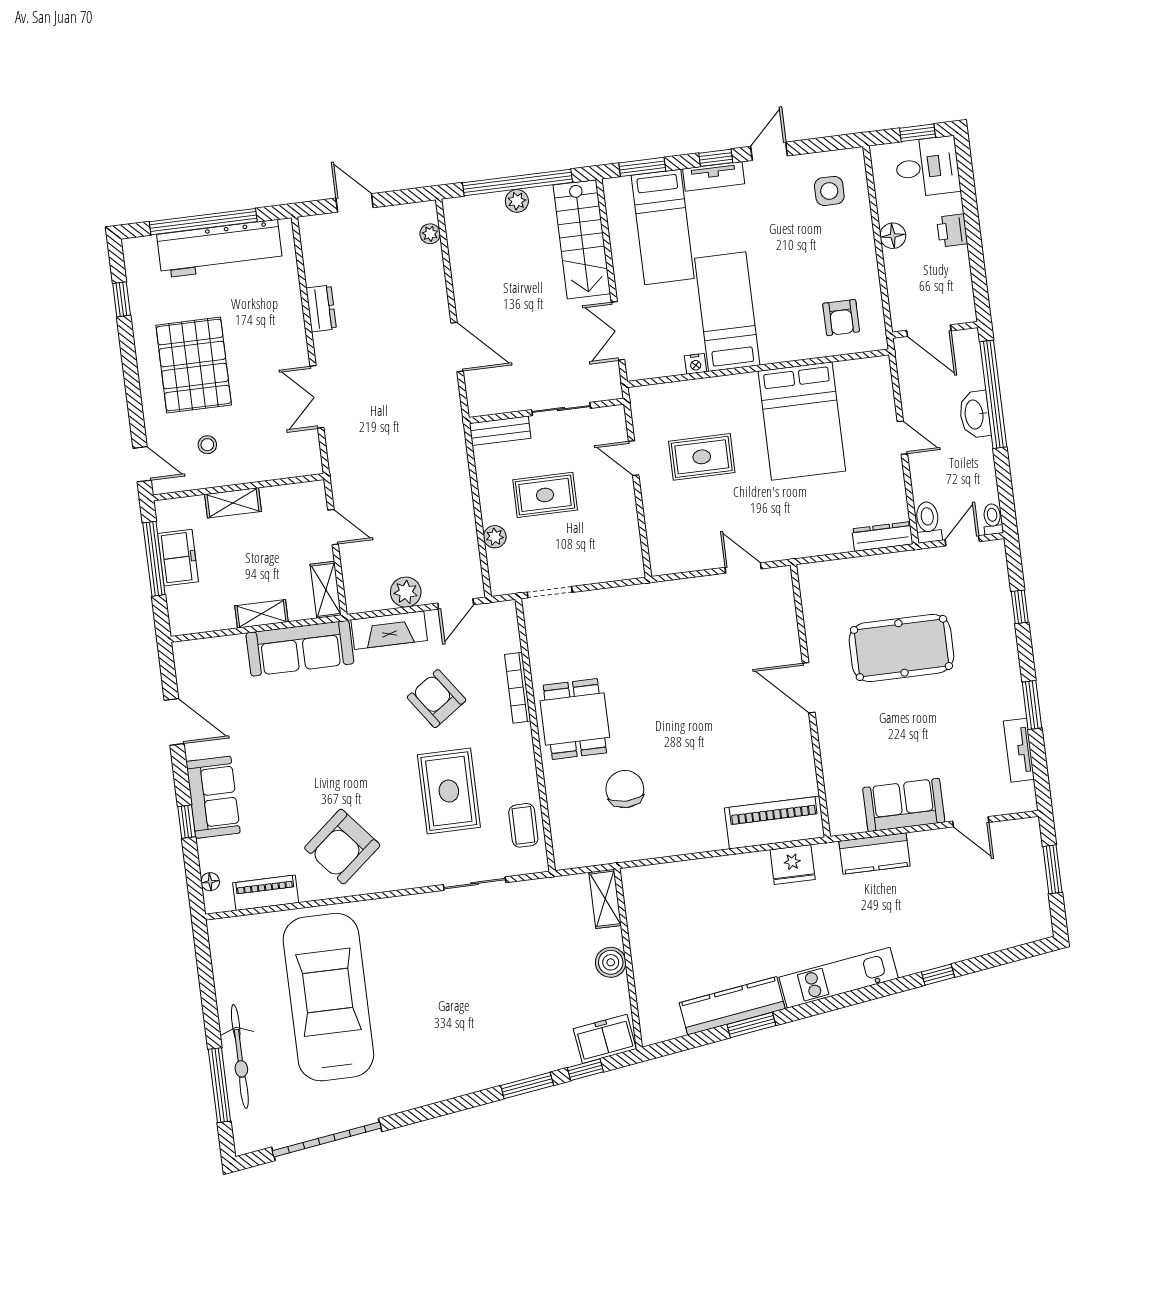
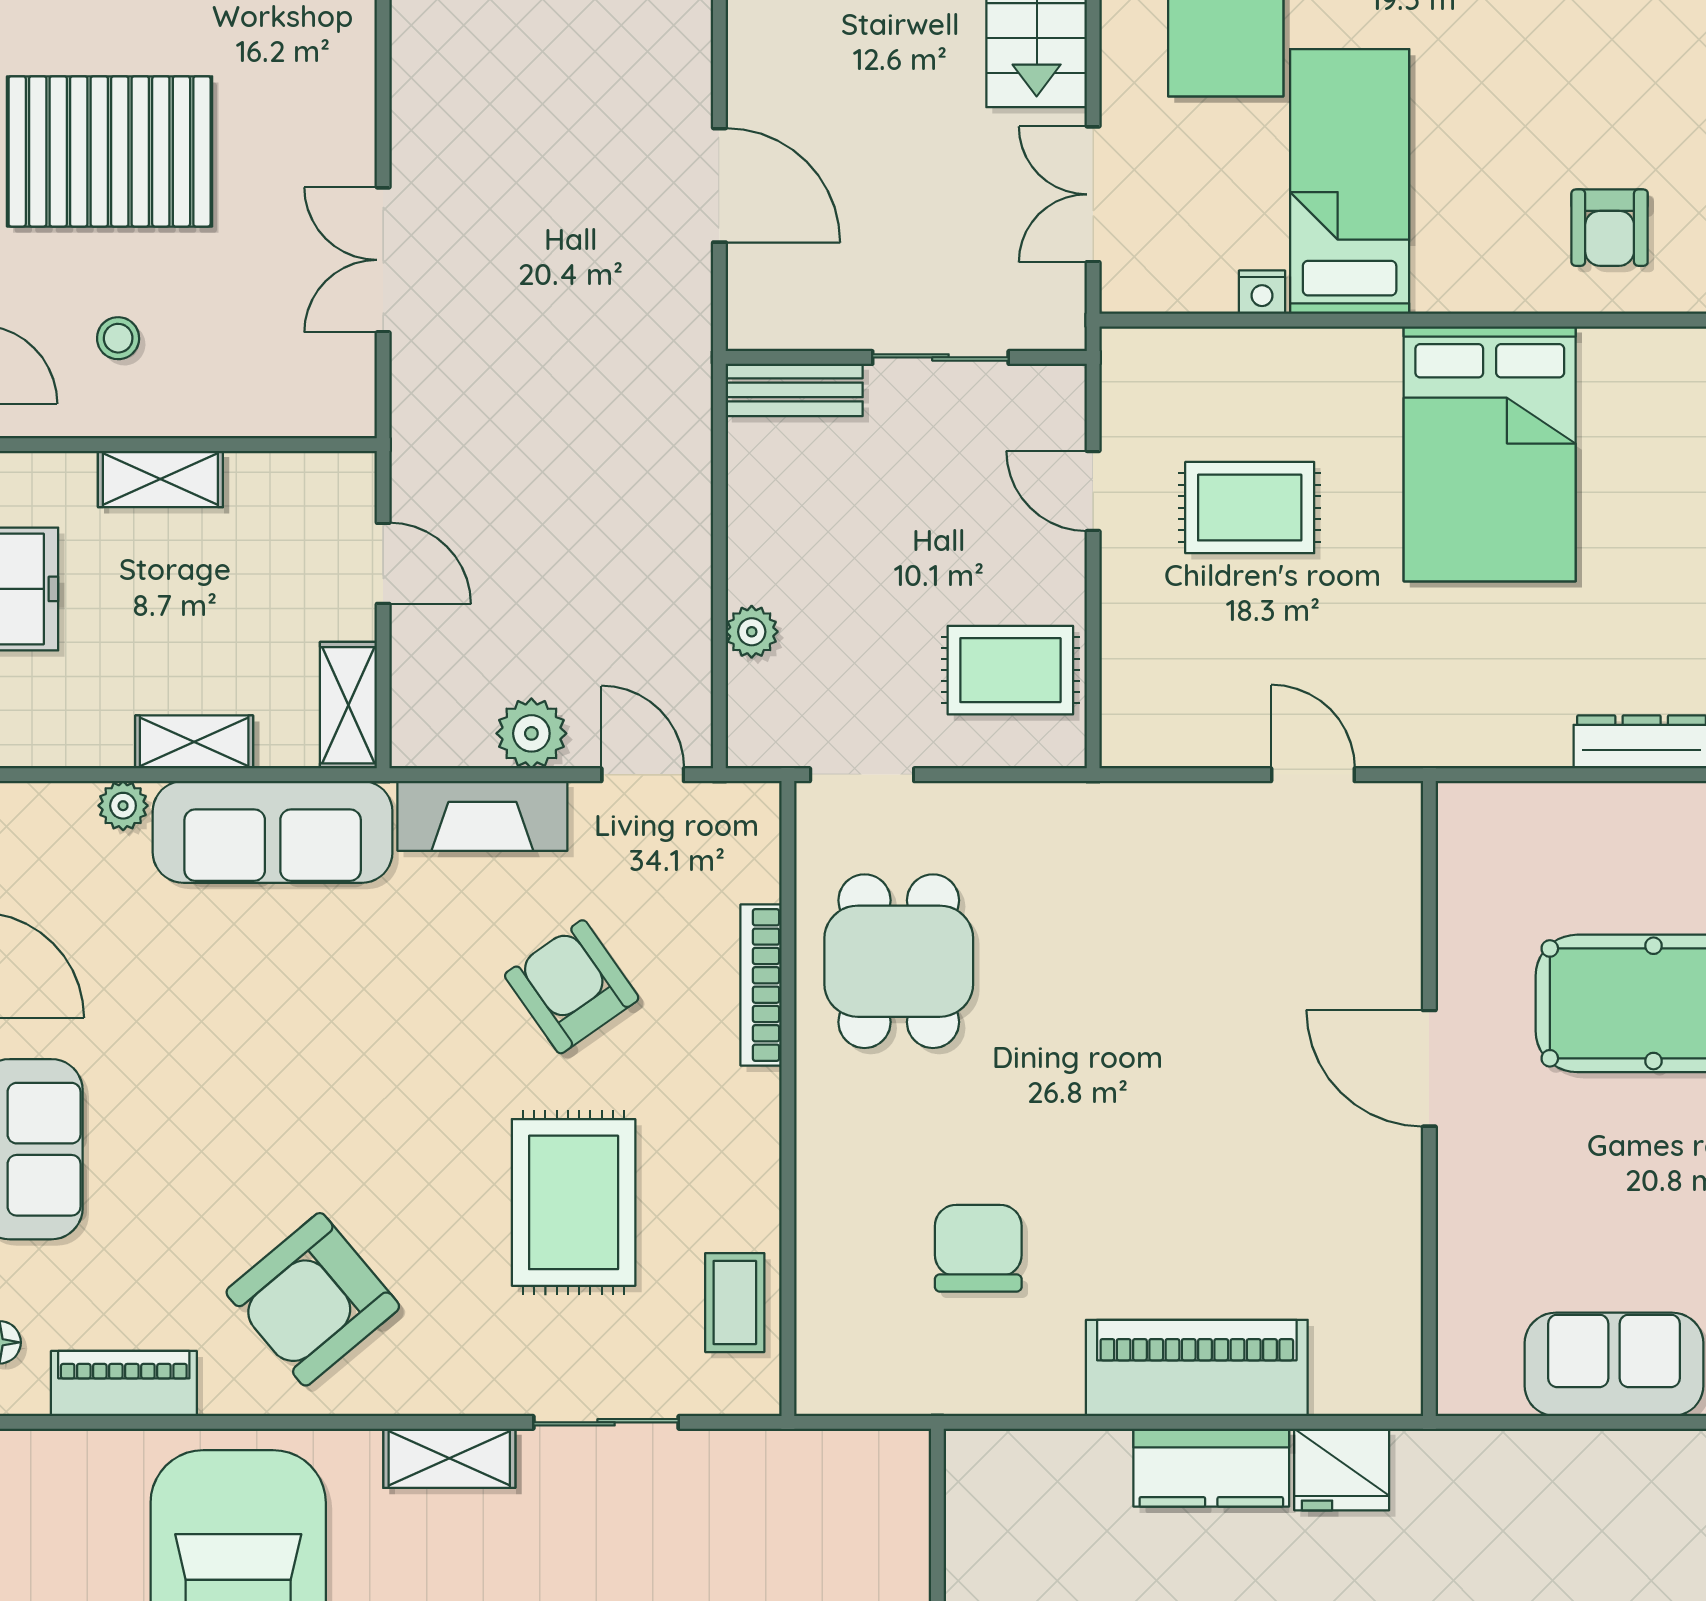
dresser: (321, 308) -> (418, 58), removed
pallet: (194, 365) -> (110, 151), turned 90
rug: (545, 495) -> (1010, 670), moved
door: (456, 604) -> (643, 775), swing flipped
plant: (234, 645) -> (123, 806), added
dining table: (575, 719) -> (899, 961), moved
piano: (775, 823) -> (1197, 1368), moved
kitchen counter: (874, 854) -> (1211, 1468), moved
shelving: (605, 899) -> (449, 1458), moved, turned 90

